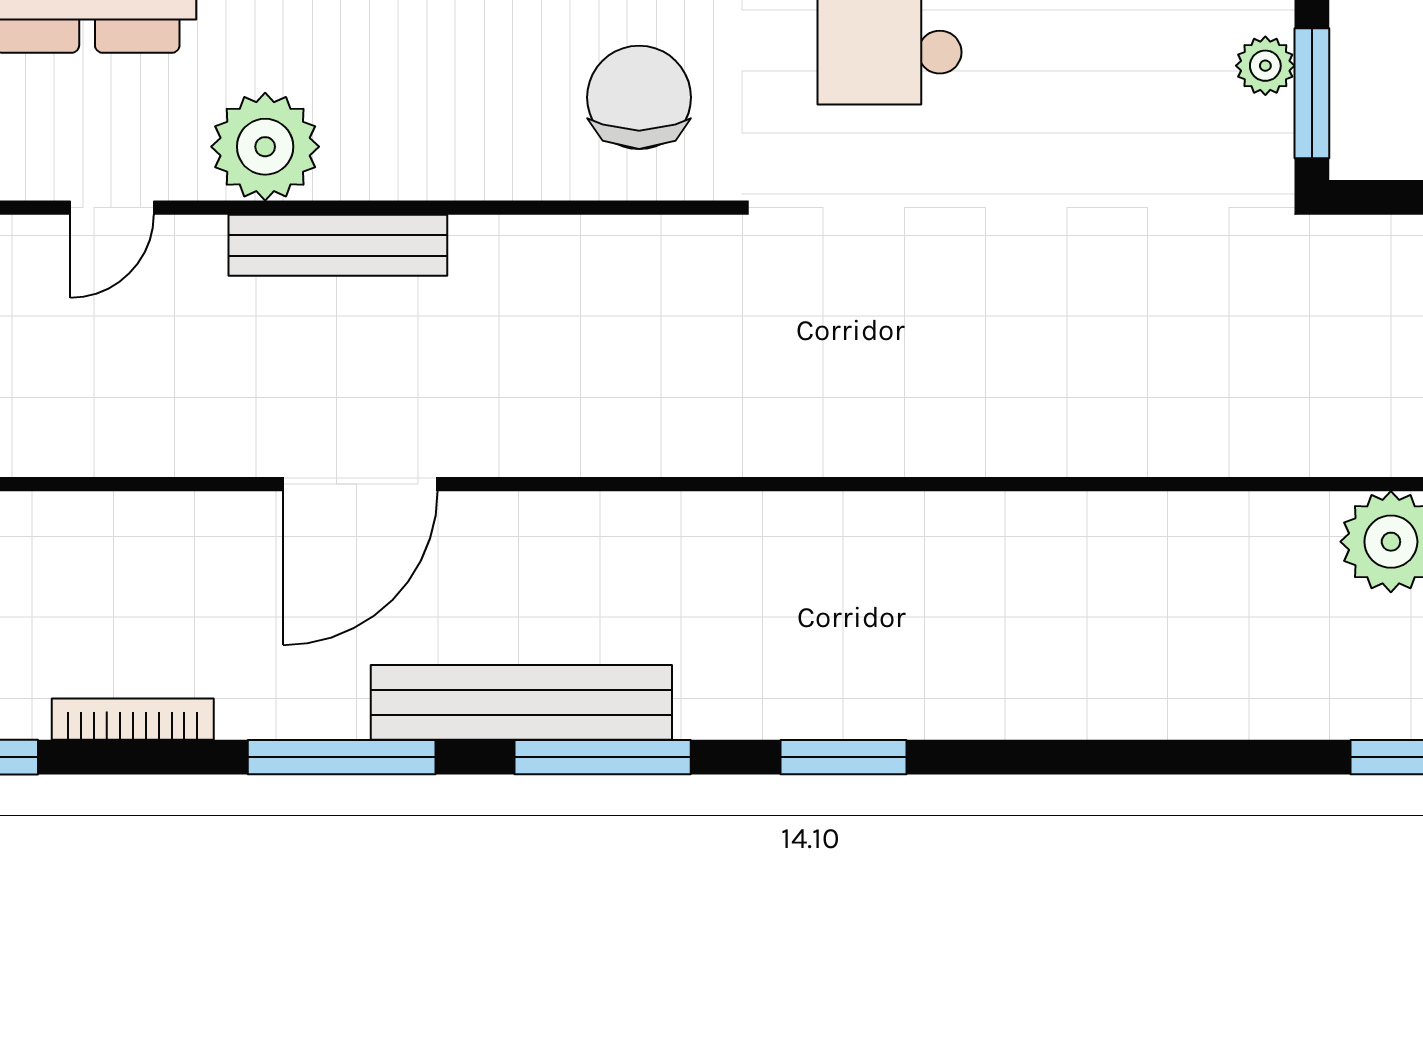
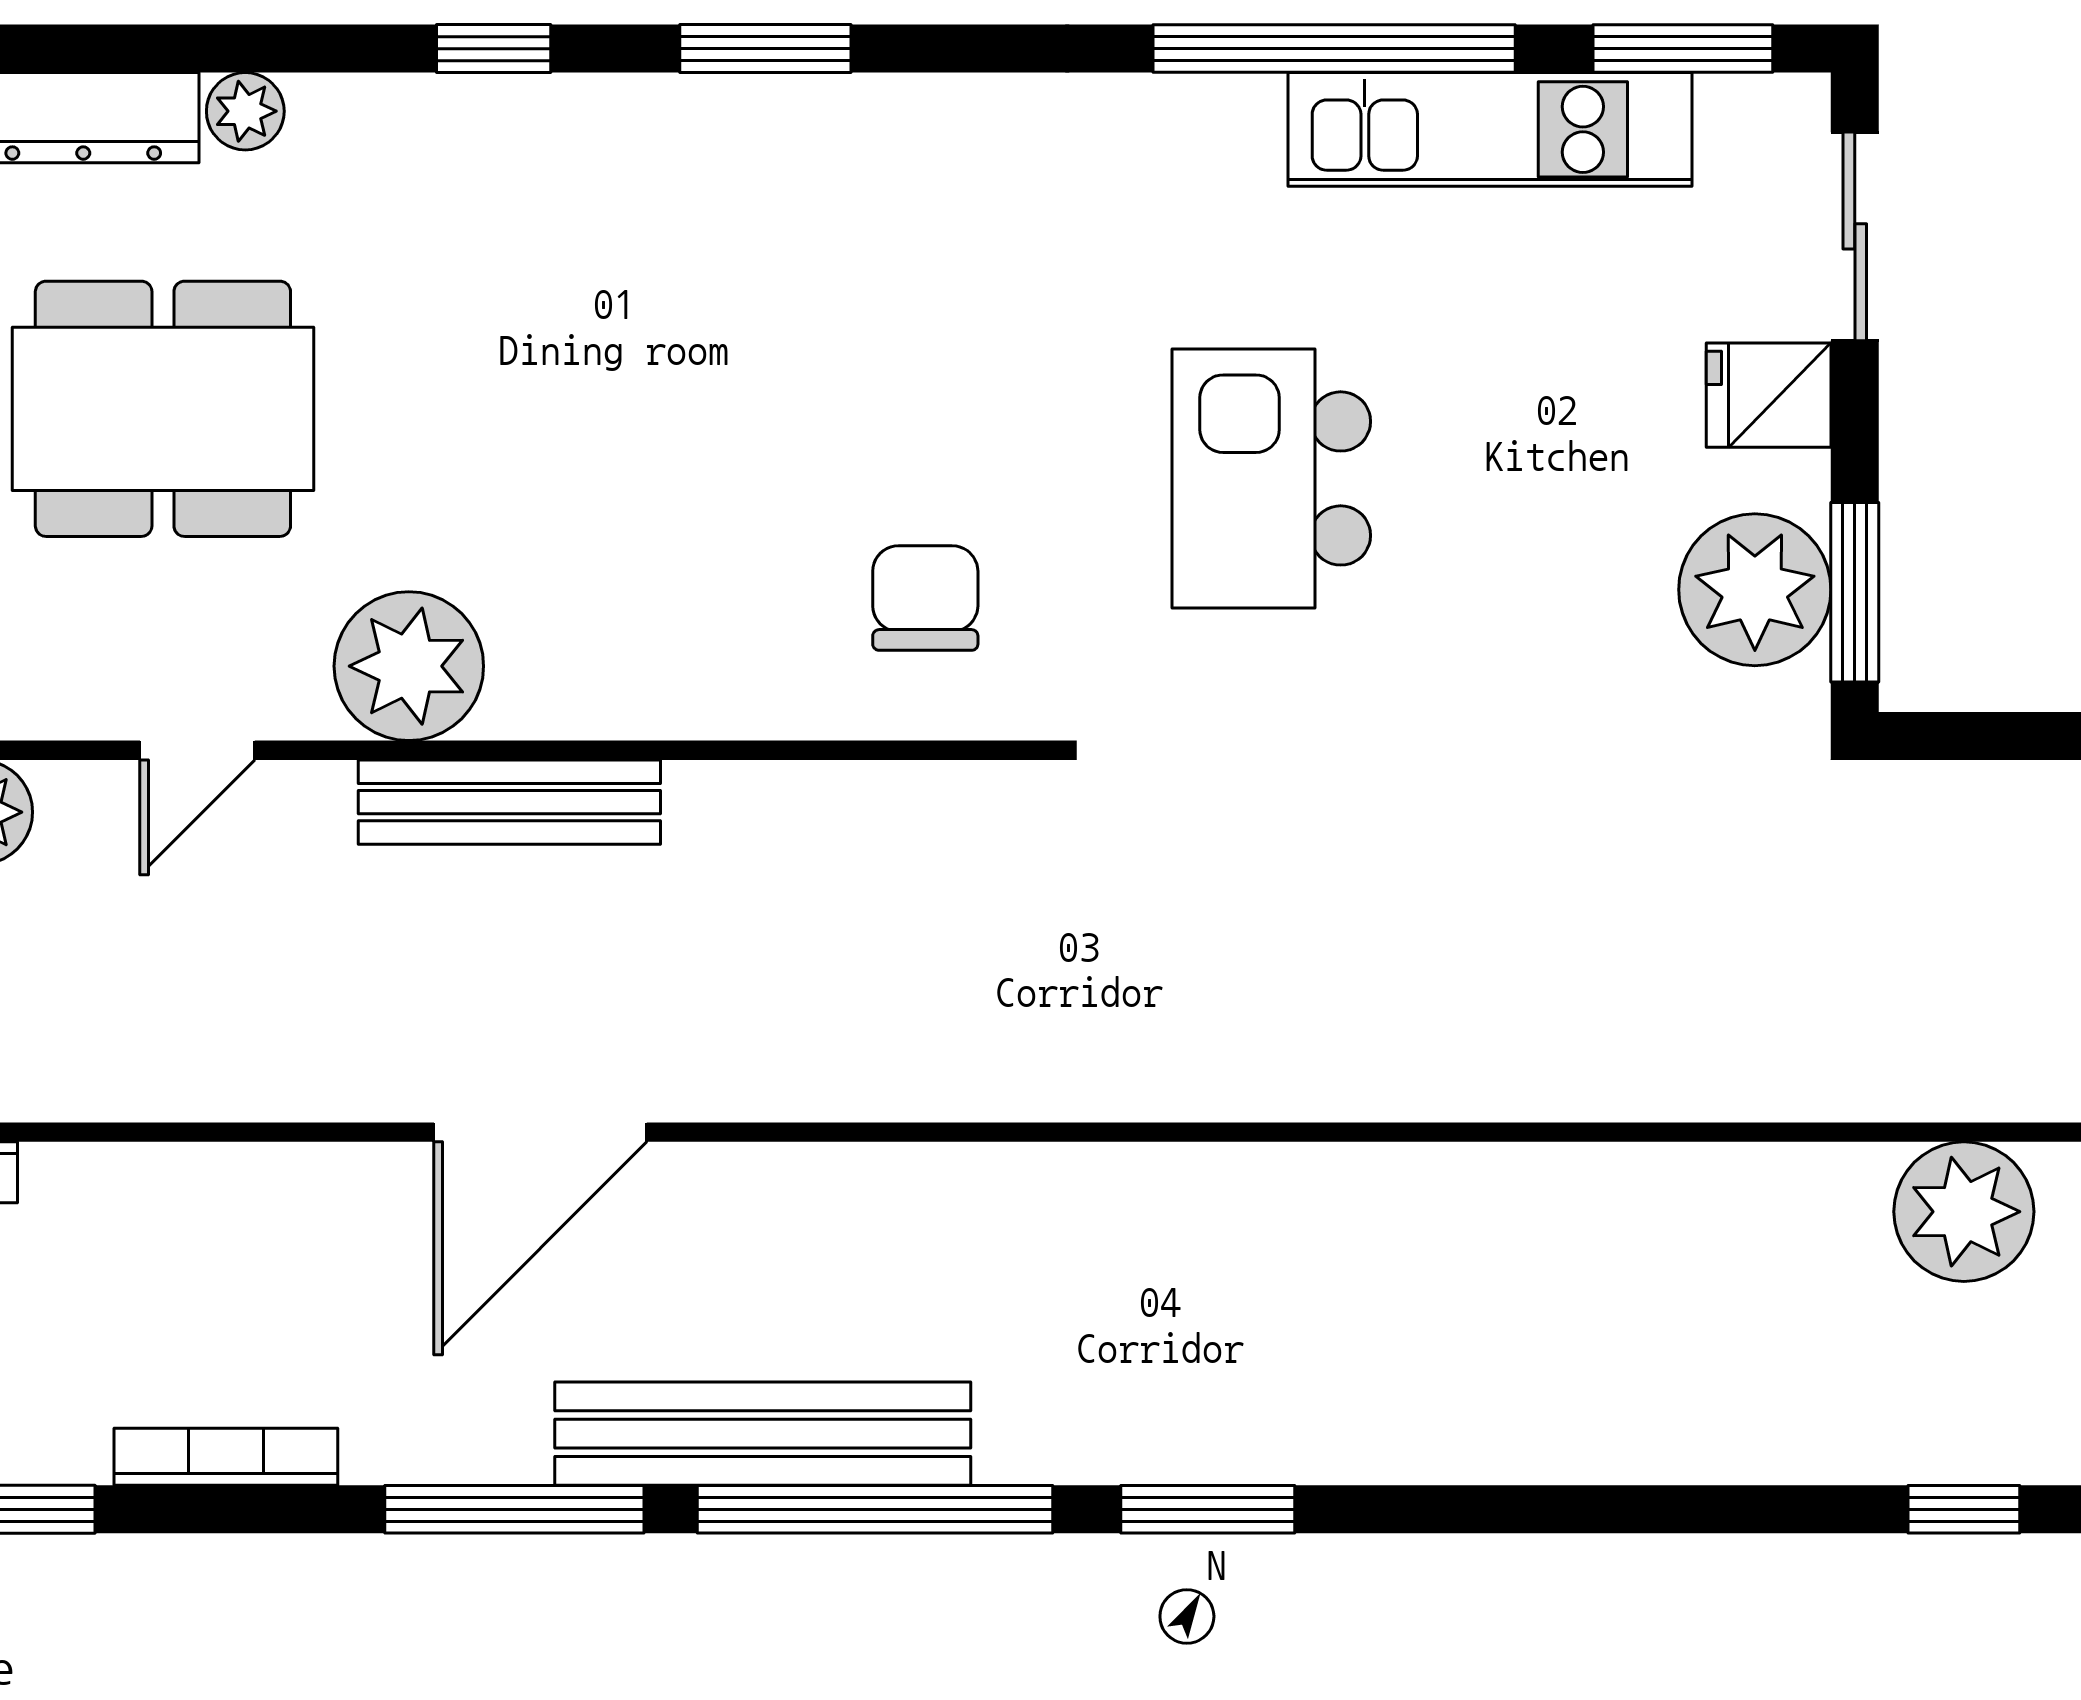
plant: (1265, 66) -> (1755, 590), width x1.88, depth x1.88
chair: (639, 97) -> (925, 598), width x0.73, depth x0.73
window: (603, 757) -> (875, 1509), width x1.46

